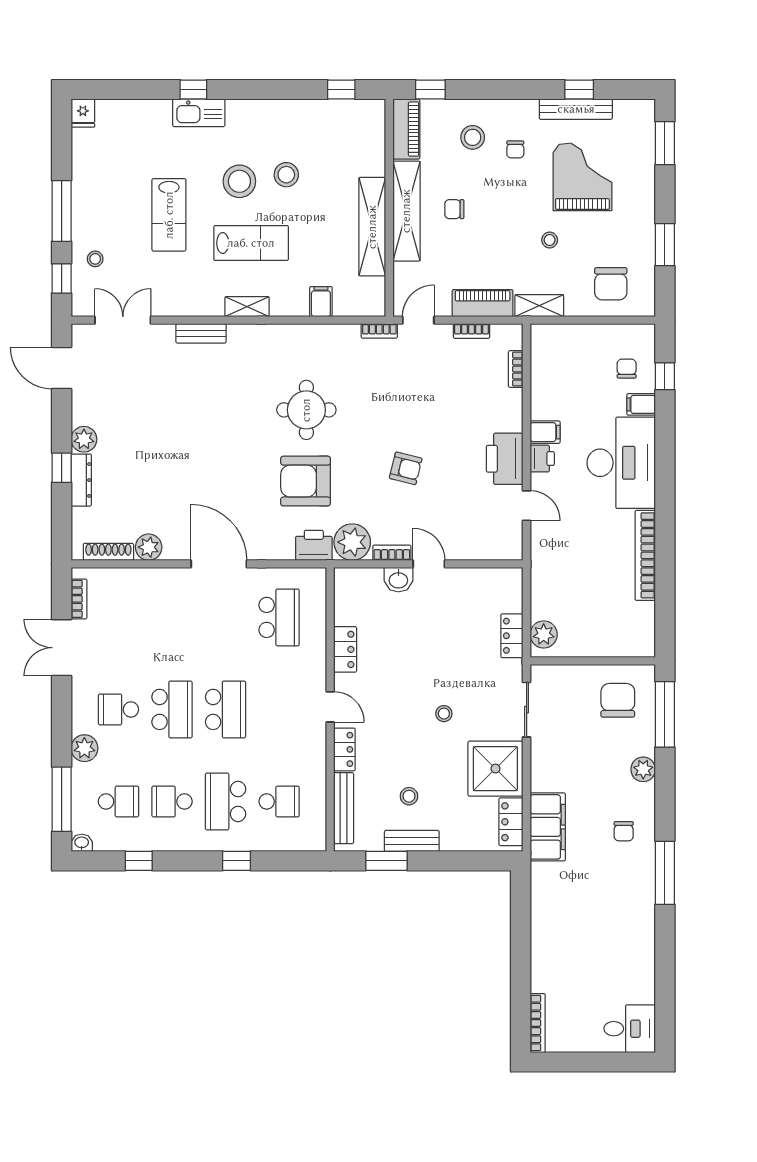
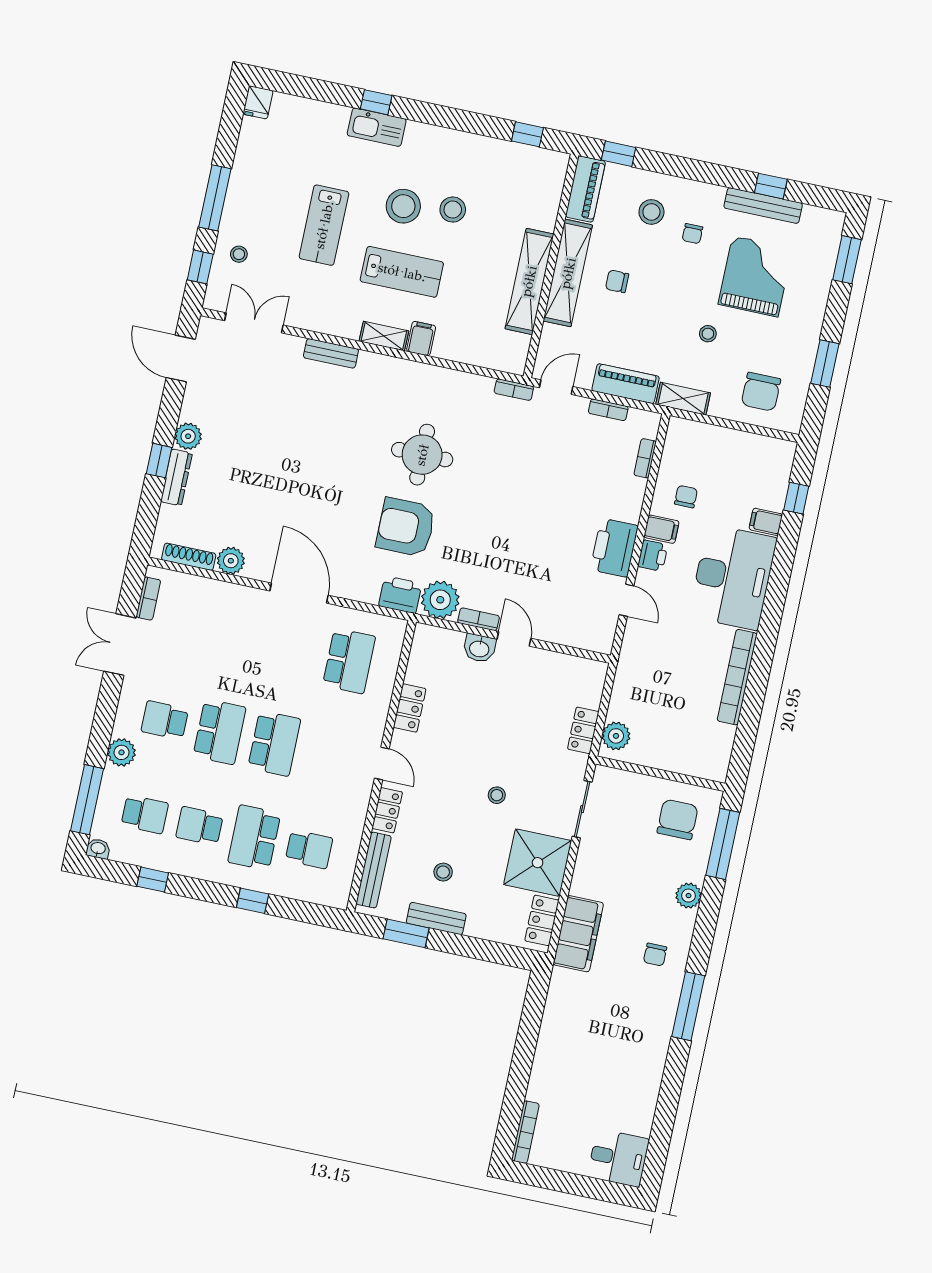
filing cabinet: (321, 302) -> (421, 339), moved
chair: (627, 369) -> (686, 497), moved
armchair: (406, 468) -> (511, 536), removed

